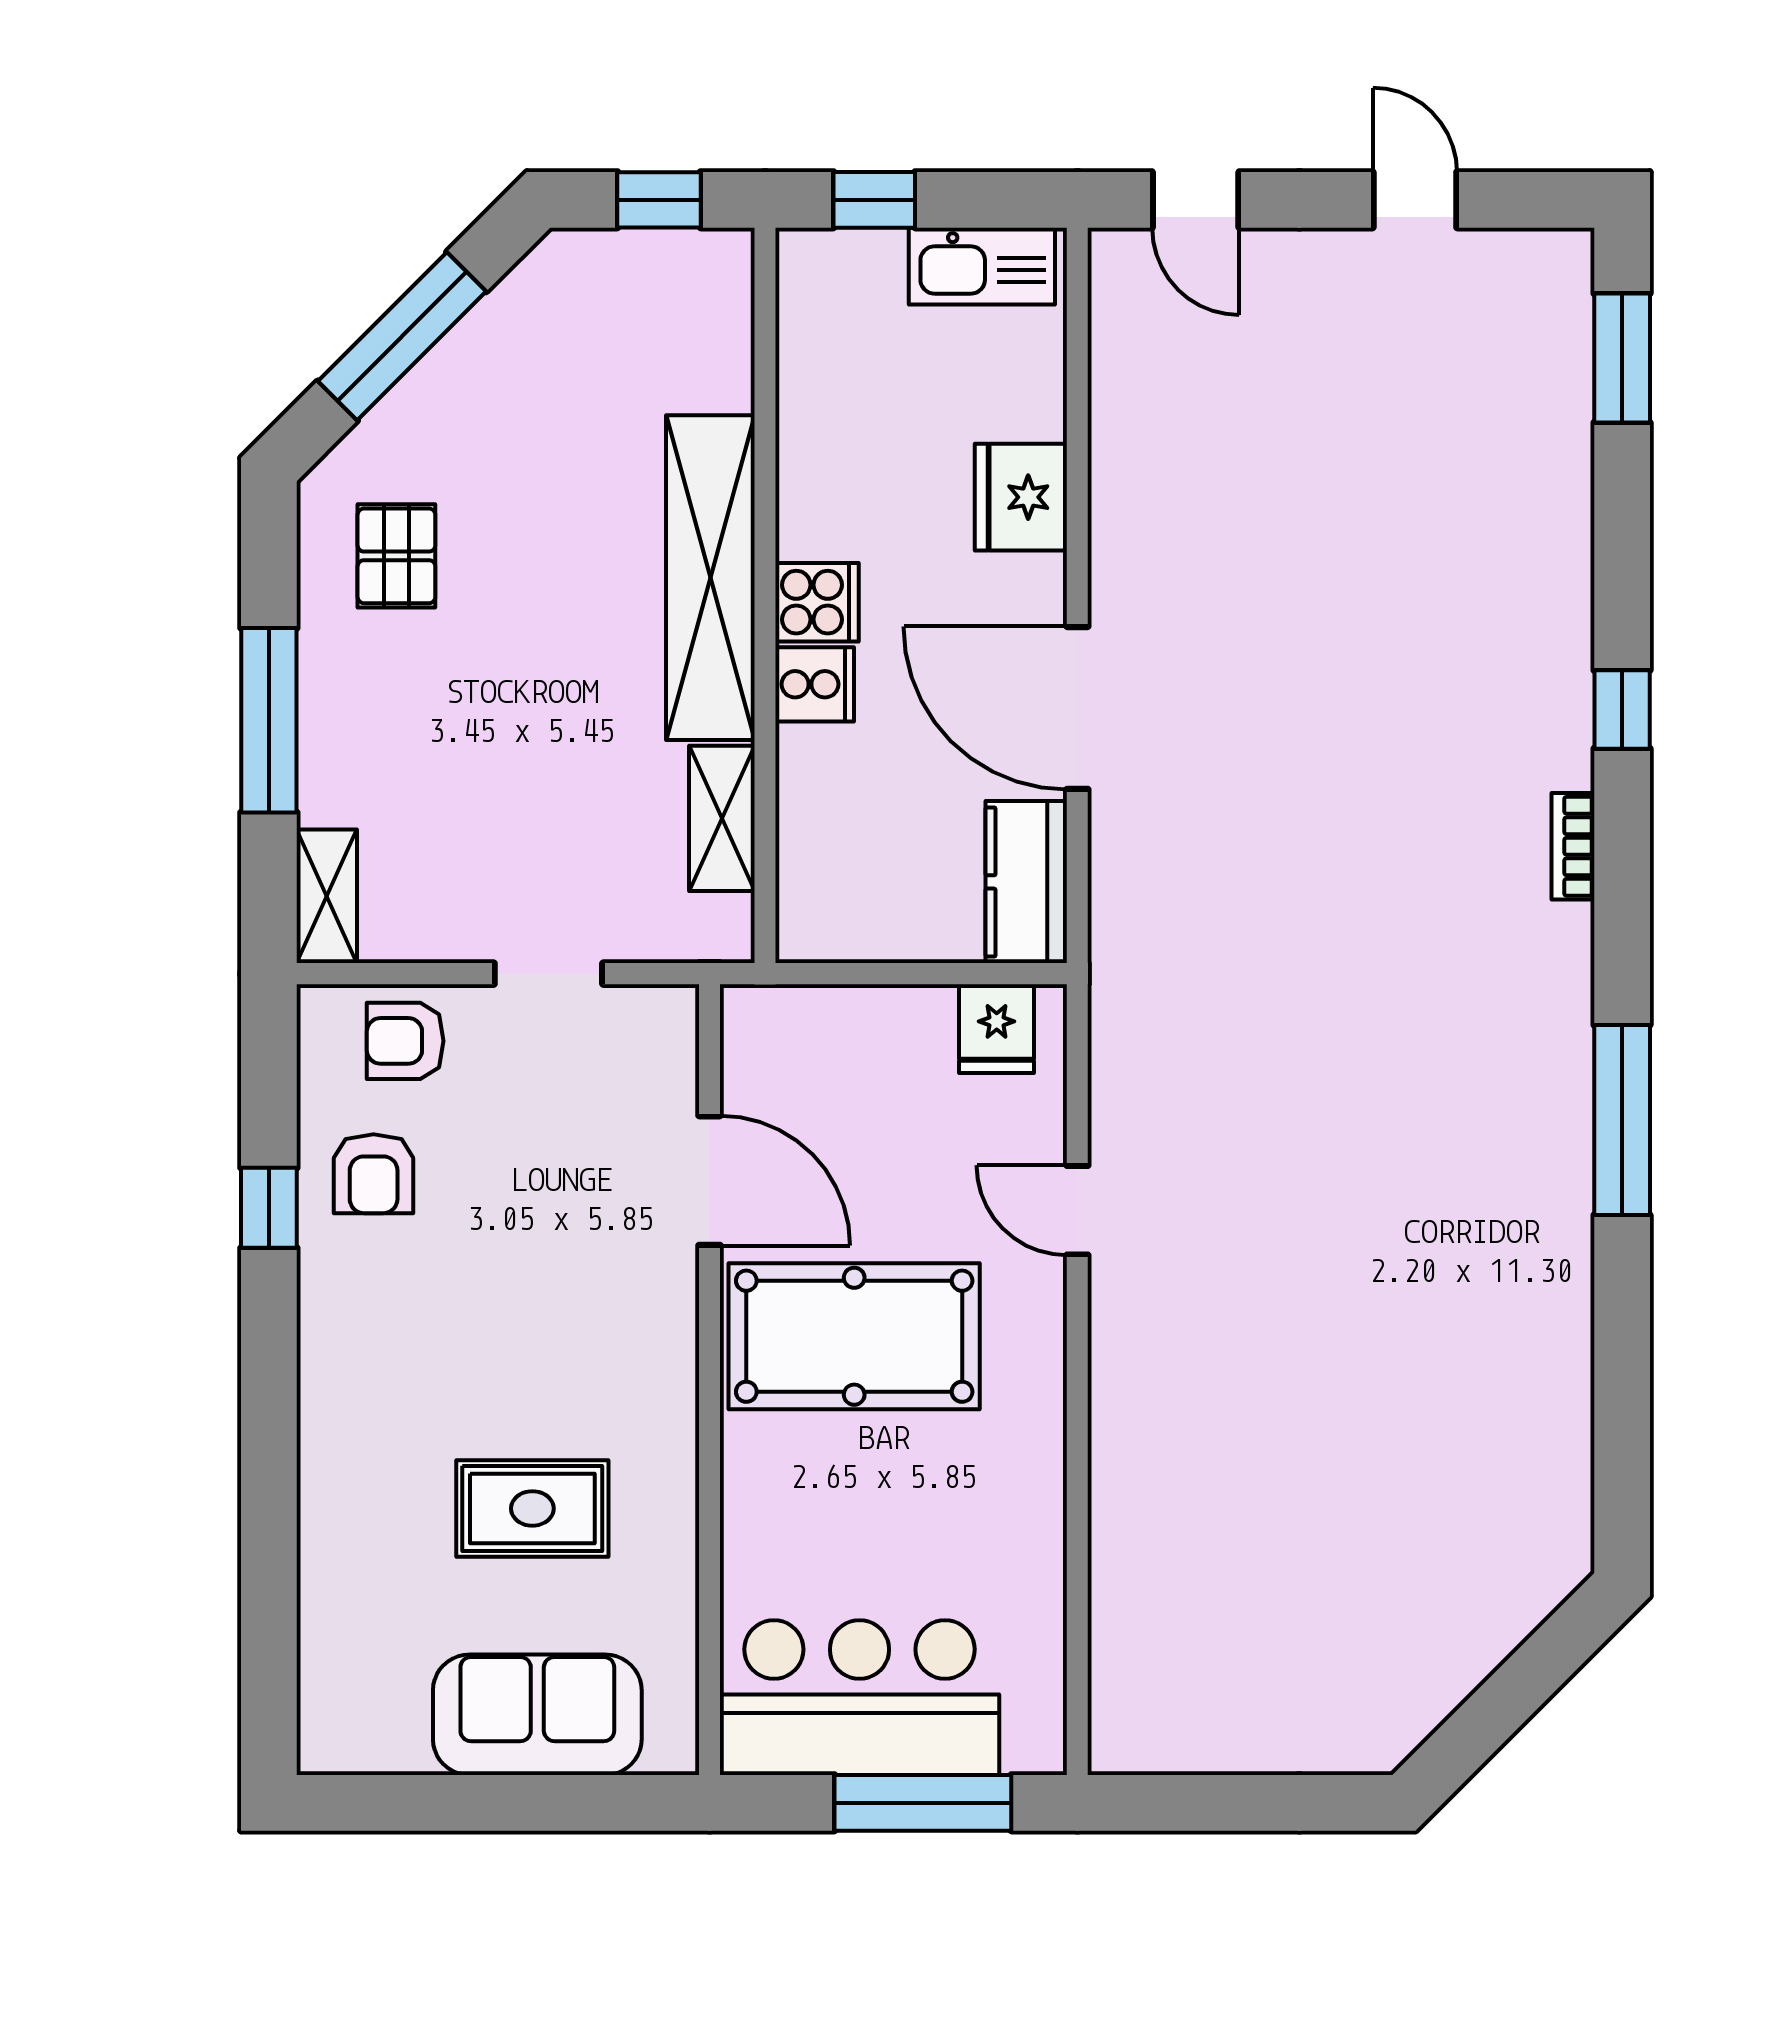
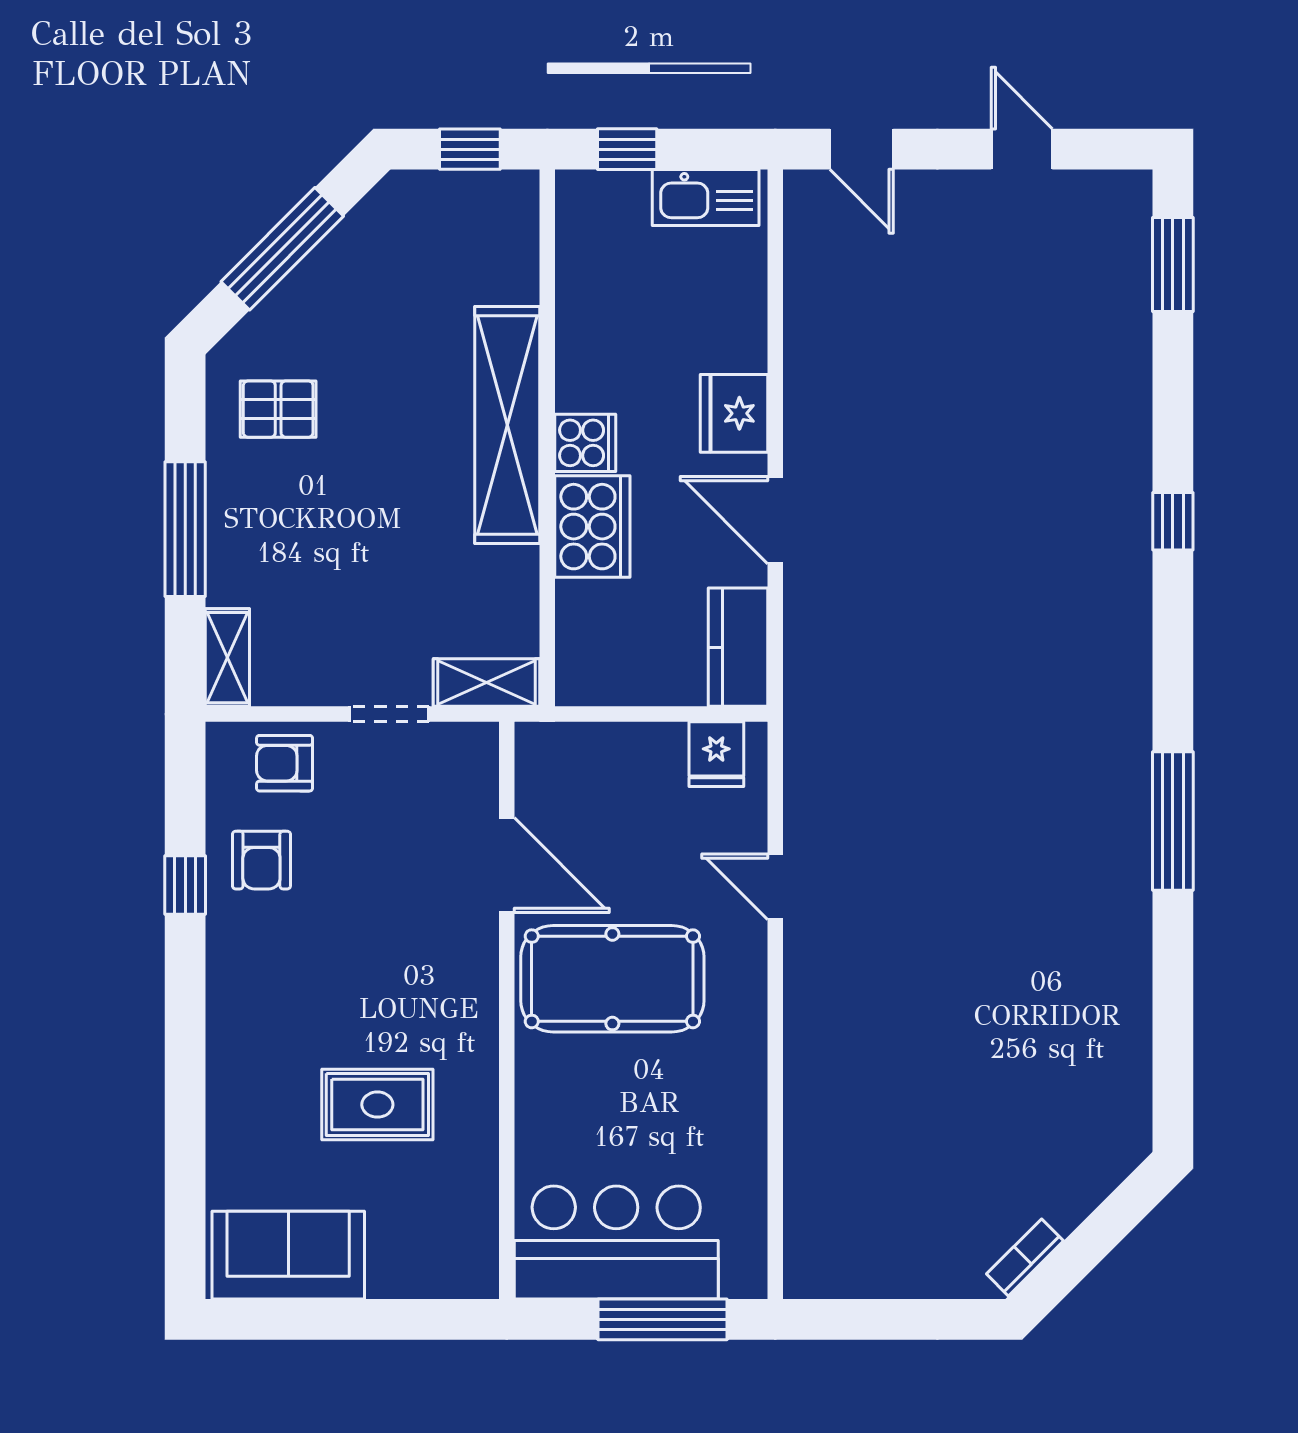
fridge: (1021, 497) -> (734, 413), moved
pallet: (396, 556) -> (278, 409), turned 90
cooker: (815, 684) -> (592, 527), width x1.87, depth x1.31
door: (1077, 708) -> (775, 520), width x0.73
shelving: (722, 818) -> (487, 683), moved, turned 90
bookcase: (1573, 846) -> (1025, 1257), moved, turned 45
sofa: (537, 1715) -> (288, 1255), moved

